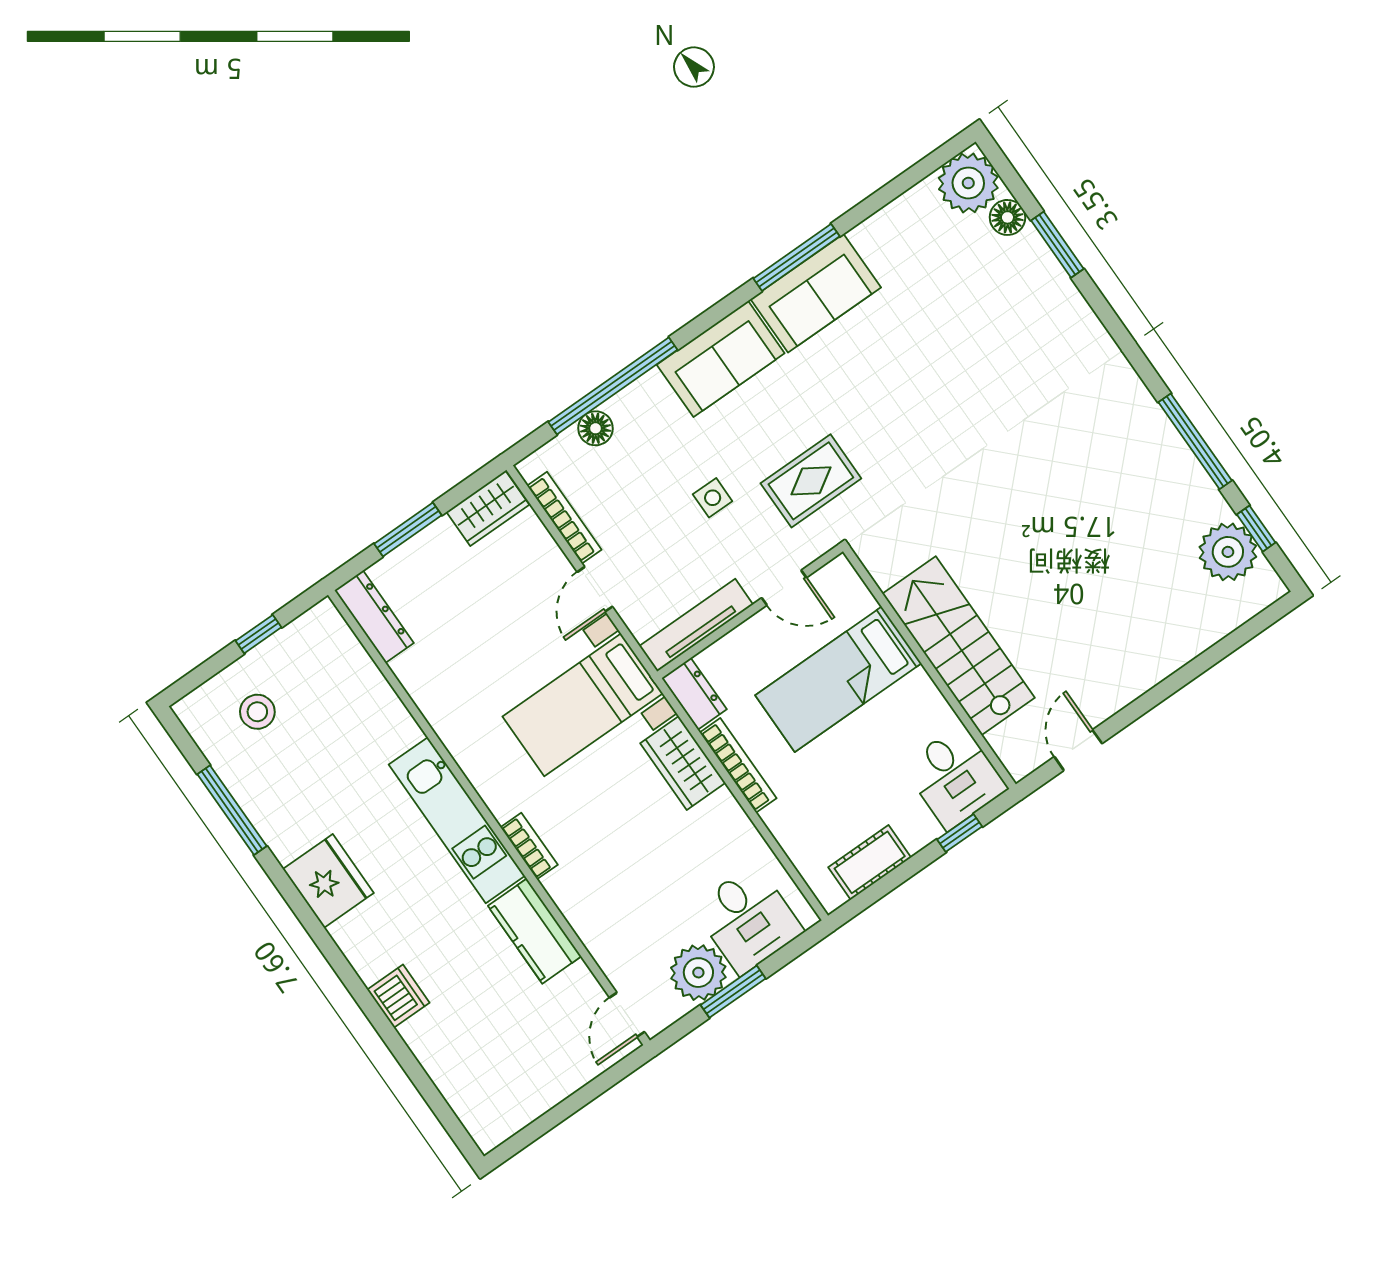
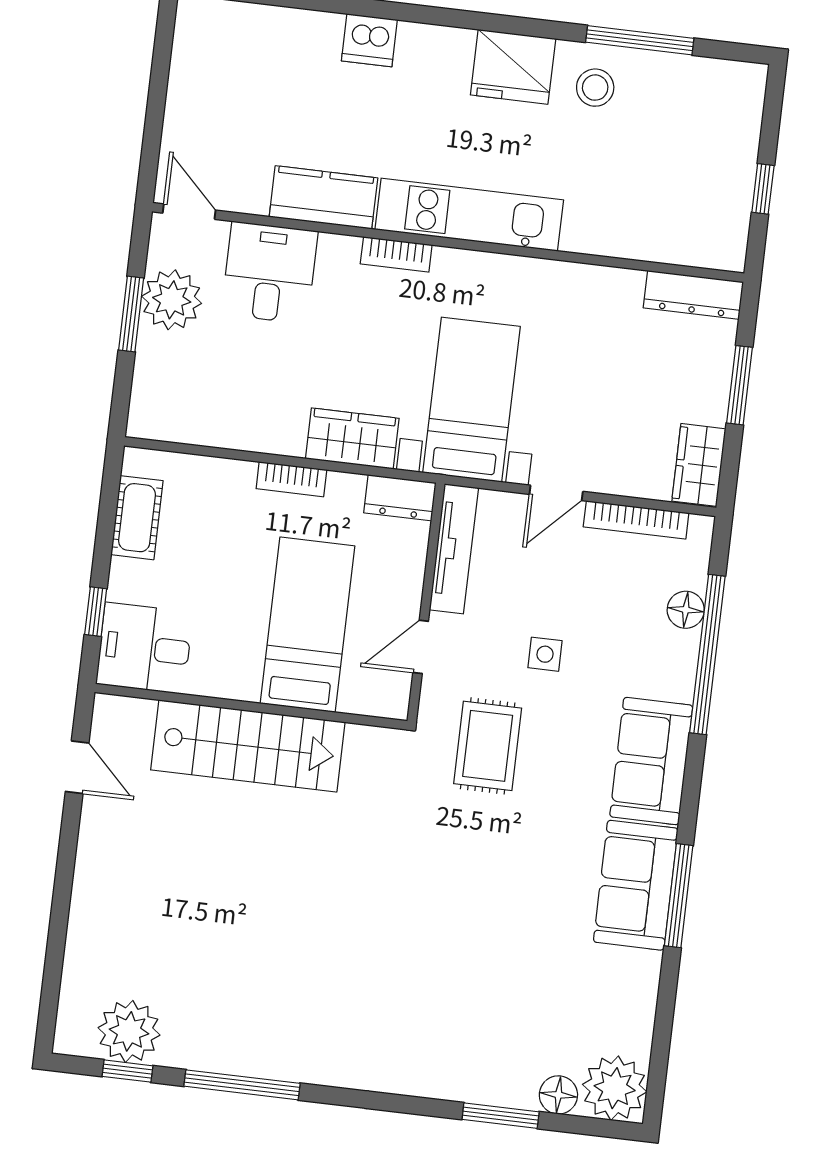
door: (595, 589) -> (556, 493), swing flipped
stool: (257, 712) -> (595, 88), moved
bookcase: (738, 765) -> (291, 479), width x0.64
desk: (748, 919) -> (269, 273), moved, turned 90

